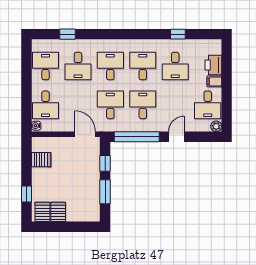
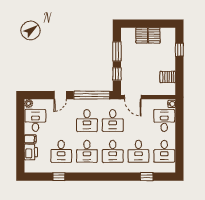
desk: (78, 66) -> (138, 151), turned 180
desk: (175, 66) -> (61, 151), turned 180
server rack: (43, 212) -> (142, 35), moved

